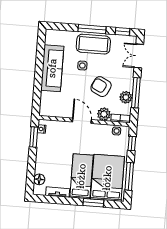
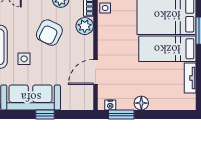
window: (38, 78) -> (45, 114), added
door: (82, 121) -> (95, 72), moved
floor lamp: (39, 179) -> (141, 103), moved

